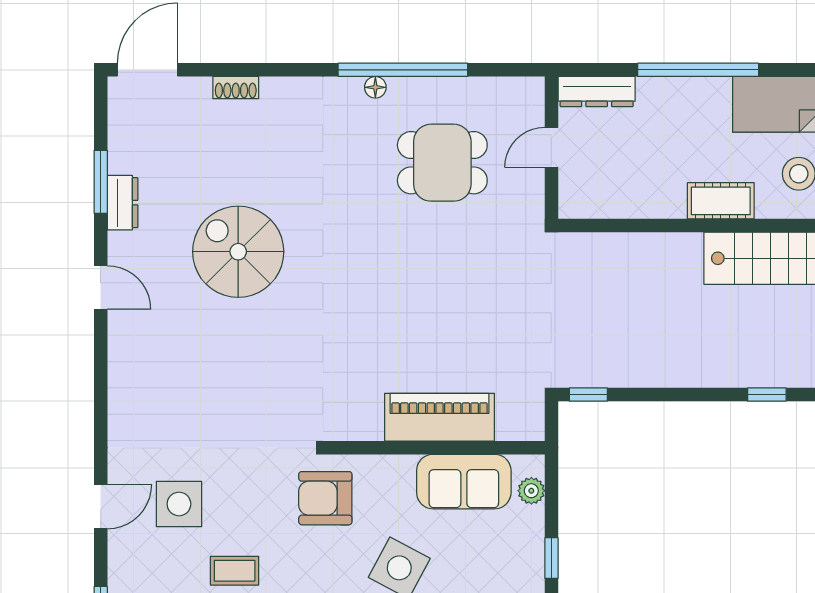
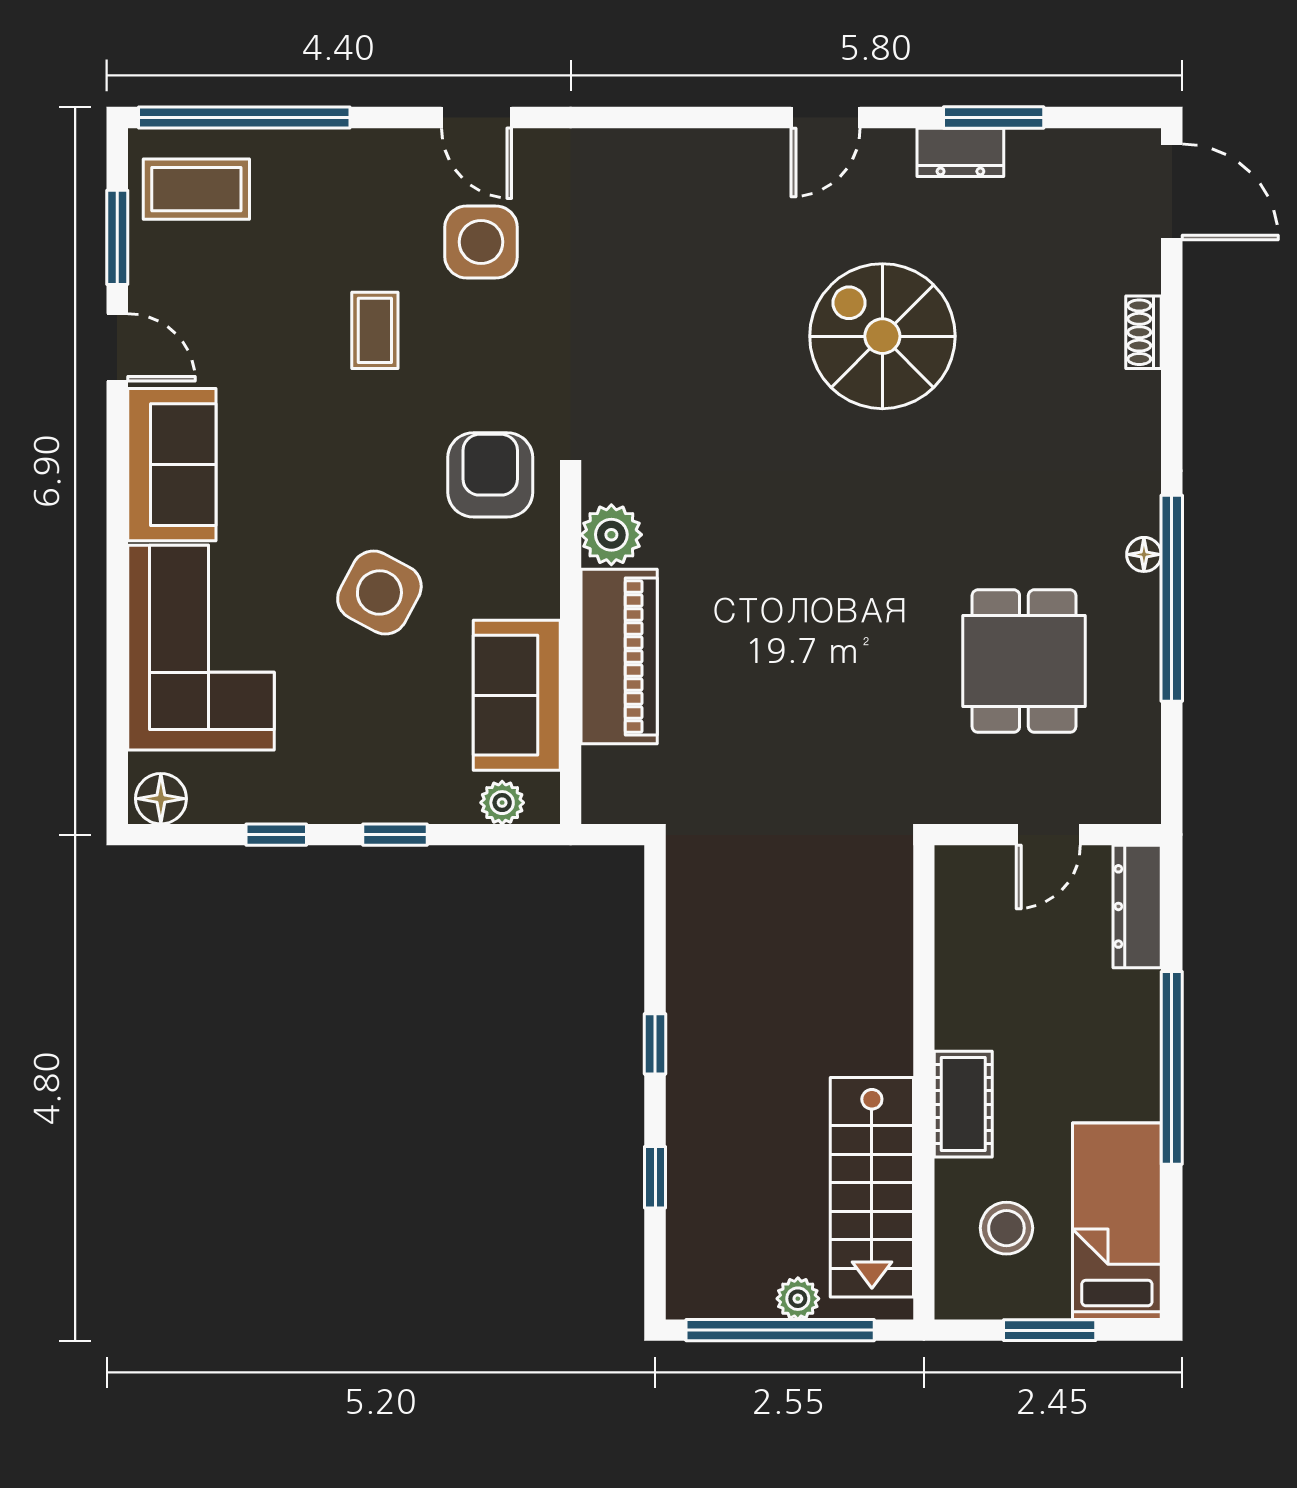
door: (551, 147) -> (1048, 835), swing flipped
spiral stairs: (238, 252) -> (882, 336), turned -90
window: (588, 395) -> (655, 1044), moved
plant: (363, 422) -> (611, 535), added

